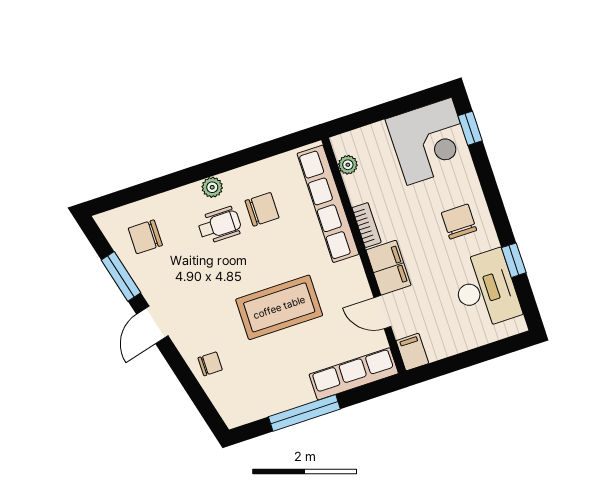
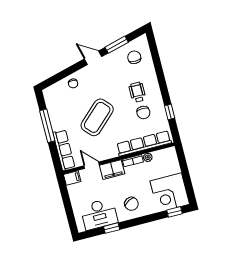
window: (257, 153) -> (170, 112), added
plant: (348, 165) -> (148, 157), moved
plant: (212, 187) -> (155, 90), removed
chair: (459, 222) -> (131, 204), turned 62
wheelchair: (220, 225) -> (137, 92), turned 180
coffee table: (279, 307) -> (97, 117), turned 47
door: (382, 312) -> (92, 165), hinge flipped

